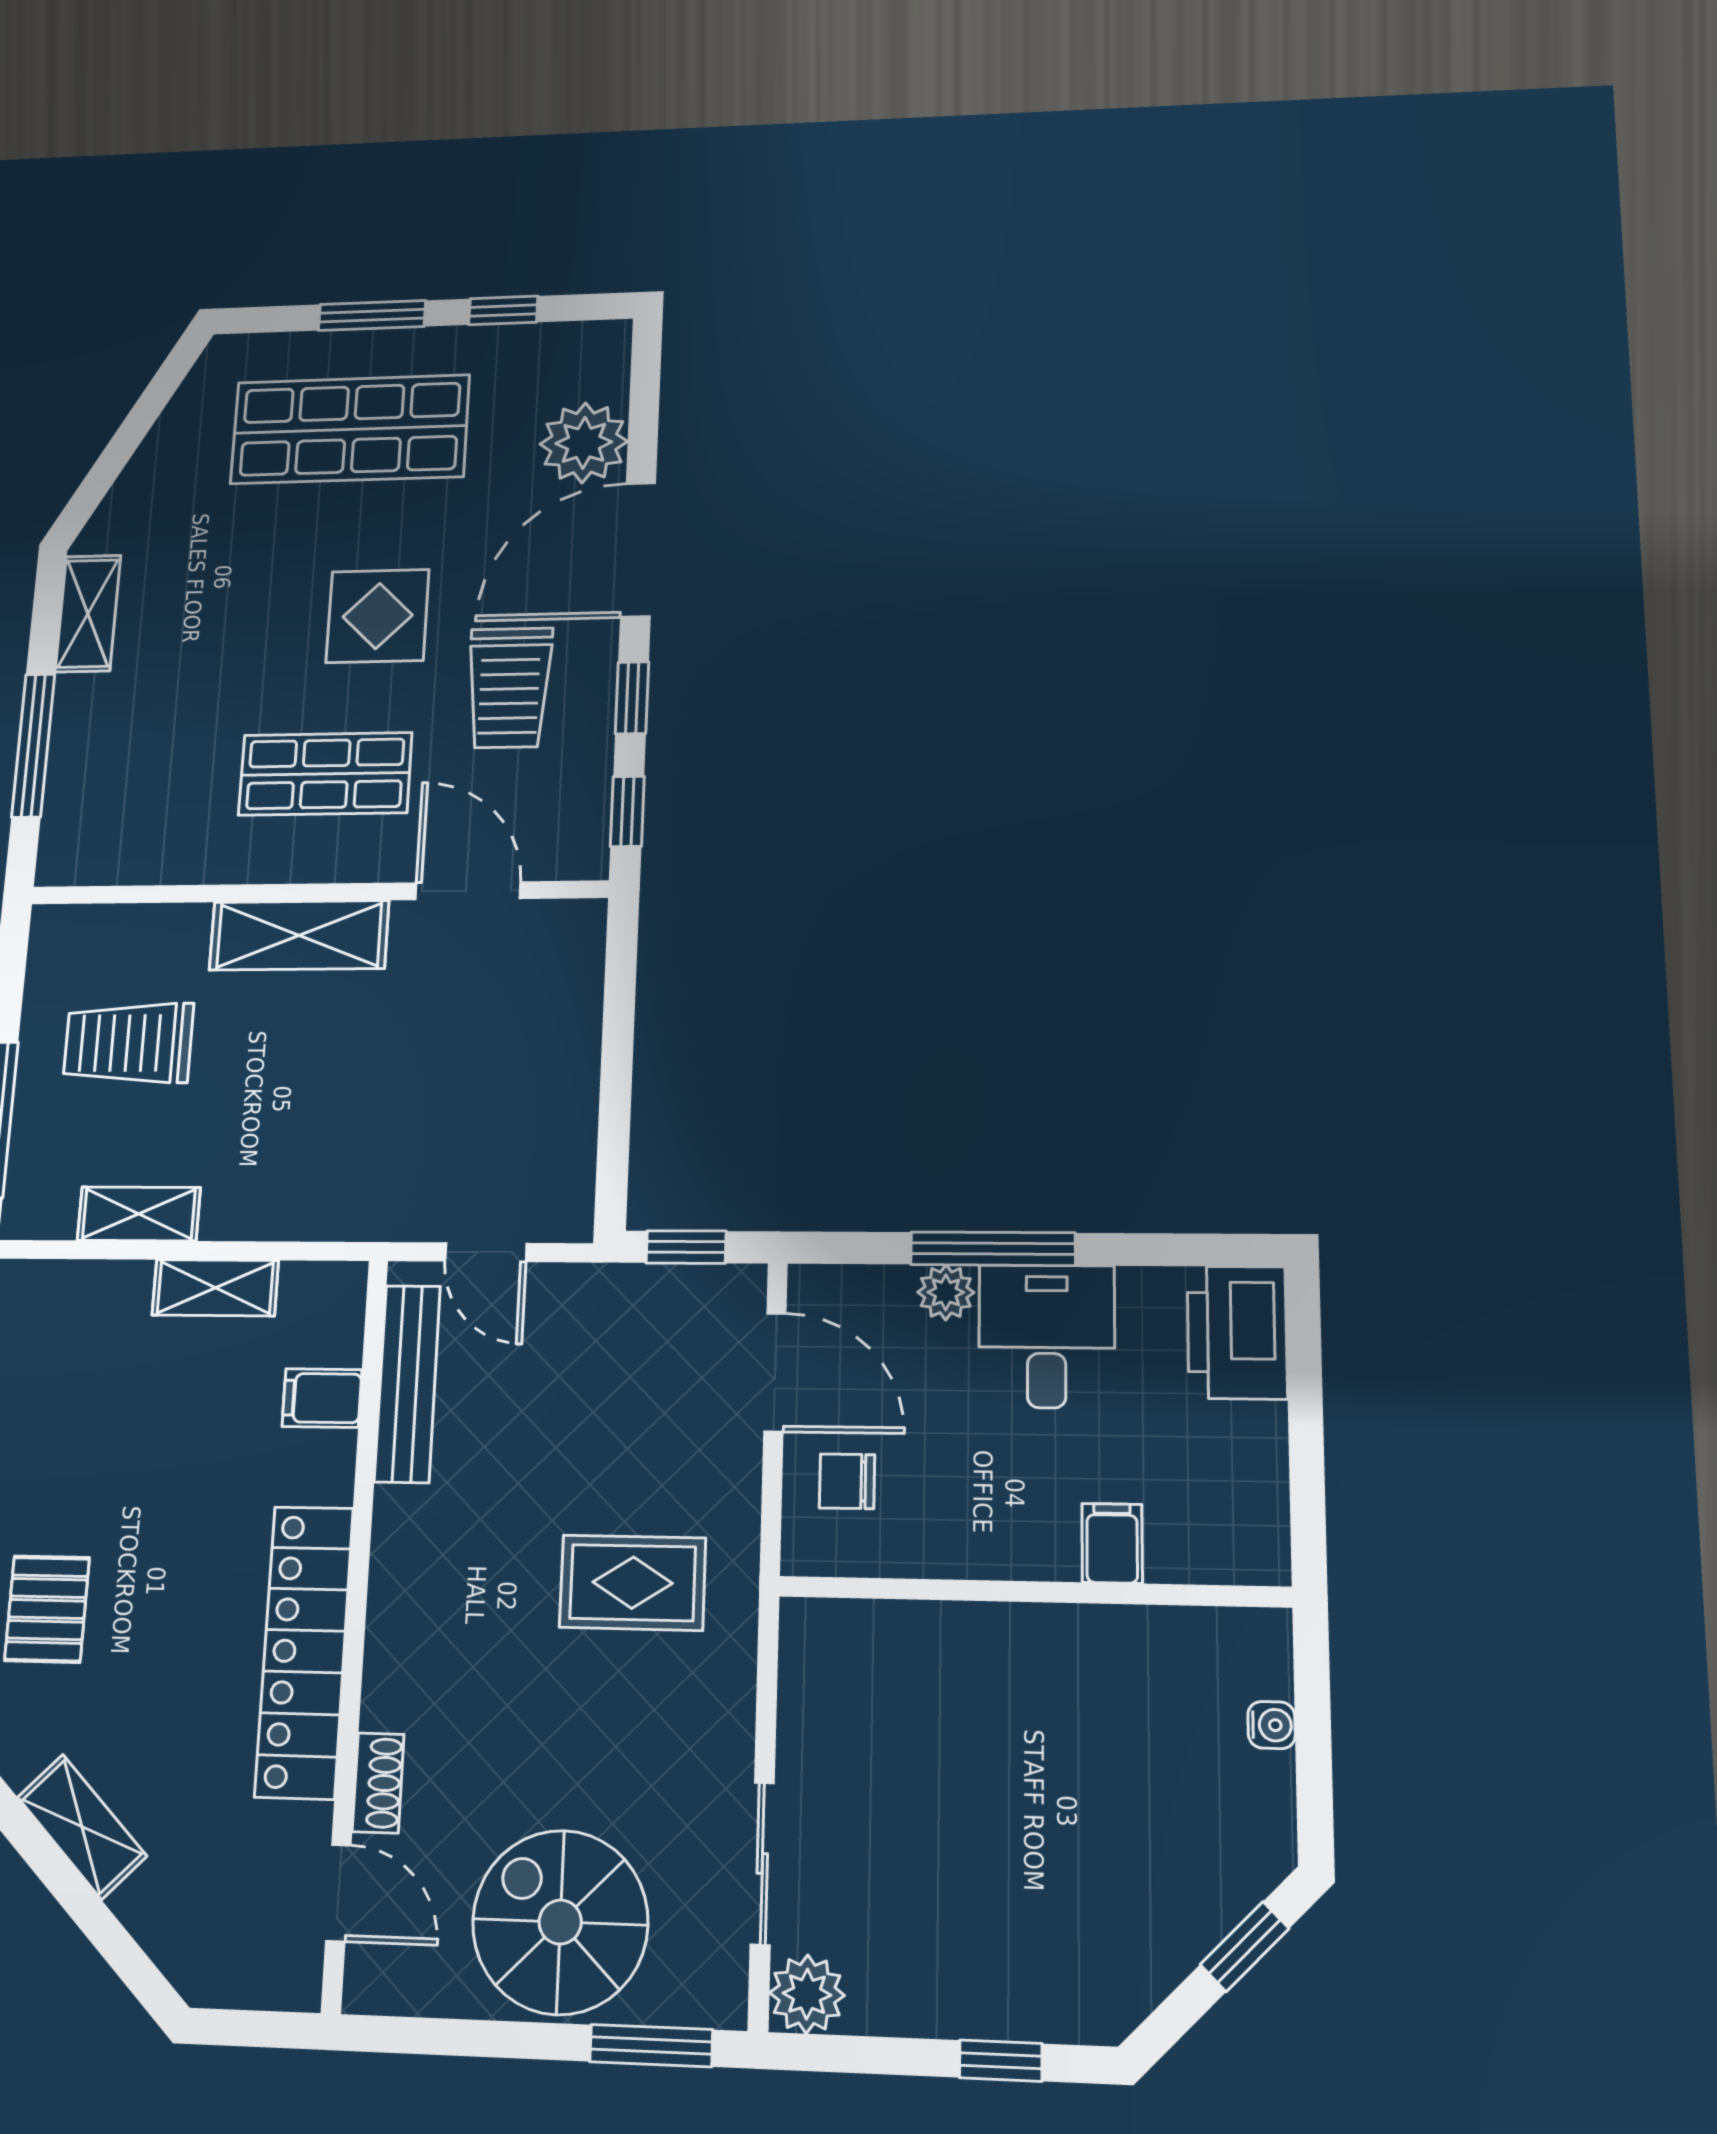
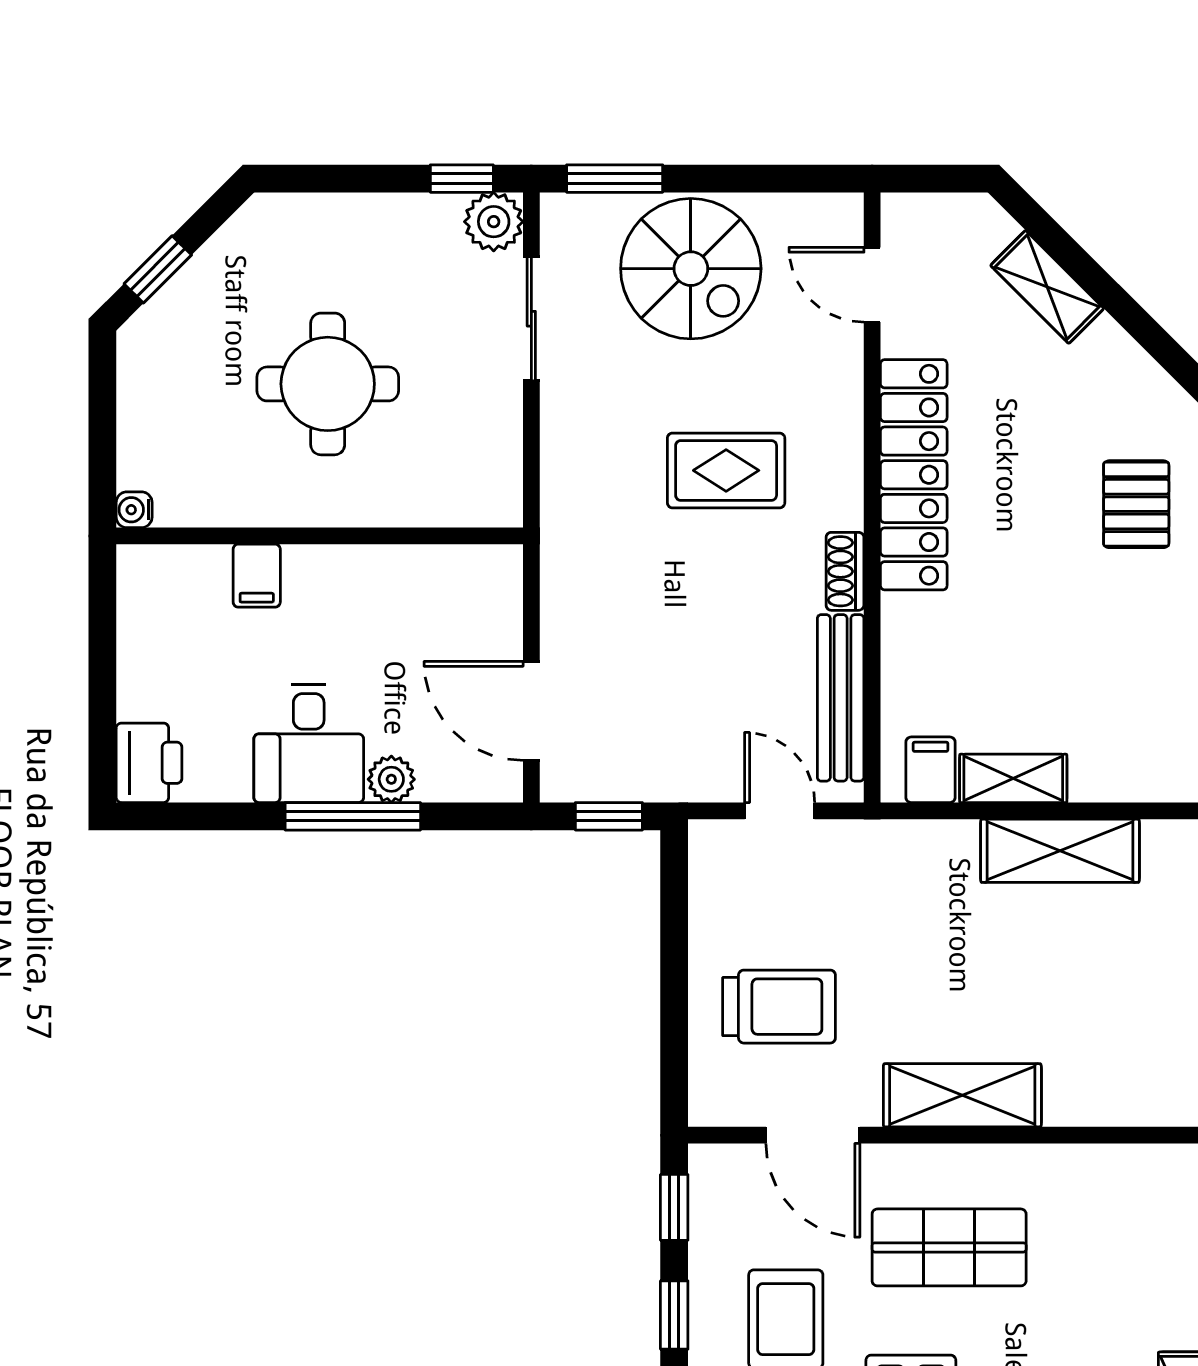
trolley: (128, 1043) -> (779, 1007), moved
shelving: (139, 1214) -> (1060, 851), width x1.50, depth x1.33
printer: (1237, 1332) -> (149, 763), width x0.73, depth x0.84
filing cabinet: (322, 1398) -> (931, 770), moved, turned -90
chair: (847, 1481) -> (470, 622), removed
rug: (633, 1583) -> (726, 470), moved
water cooler: (1272, 1725) -> (134, 510), moved
shoe rack: (378, 1783) -> (845, 571), moved
round table: (1022, 1787) -> (328, 384), added
shelving: (82, 1827) -> (1047, 287), moved
window: (1001, 2061) -> (462, 179), moved

